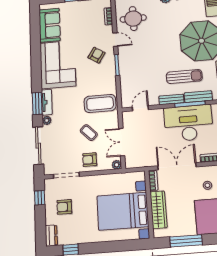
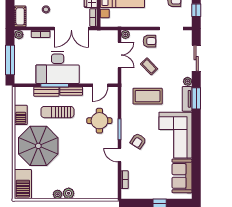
round table: (133, 18) -> (99, 121), moved
coffee table: (100, 103) -> (148, 96), moved
sliding door: (38, 146) -> (196, 58), width x0.73

